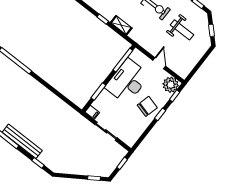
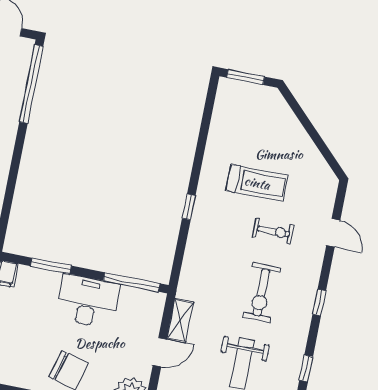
shelving: (121, 25) -> (180, 321), moved
desk: (127, 81) -> (87, 301), width x0.73, depth x0.77

